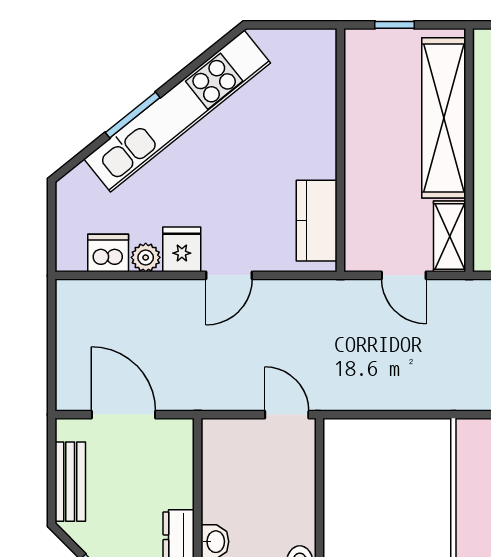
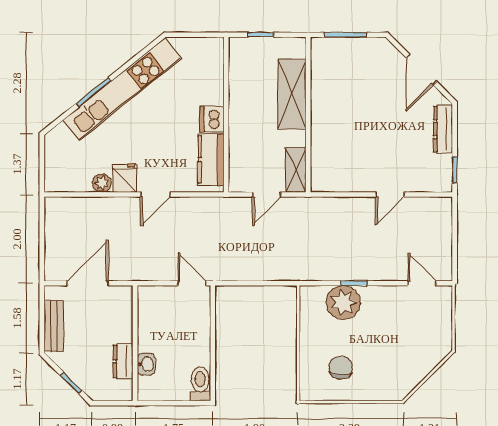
shelving: (444, 118) -> (292, 94), width x0.68
dishwasher: (108, 253) -> (212, 119), moved, turned -90
door: (404, 275) -> (267, 195), hinge flipped
door: (123, 415) -> (88, 283), hinge flipped

